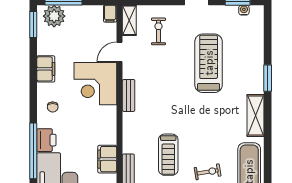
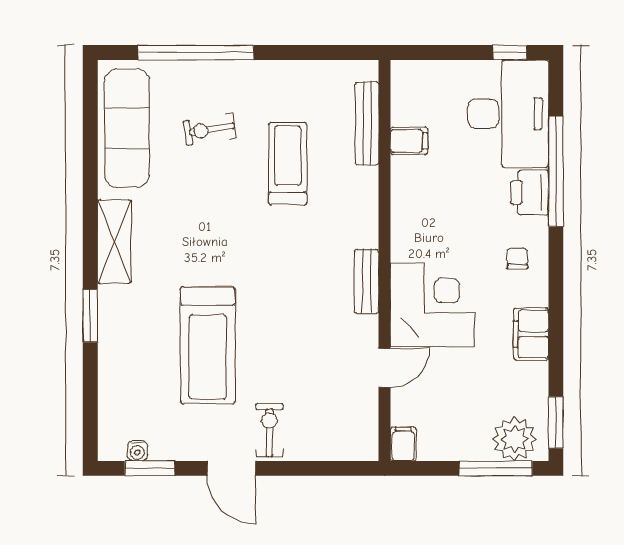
shelving: (129, 20) -> (365, 431), removed
exercise bike: (159, 31) -> (270, 430), moved, turned 180
filing cabinet: (107, 159) -> (409, 141), width x0.50

